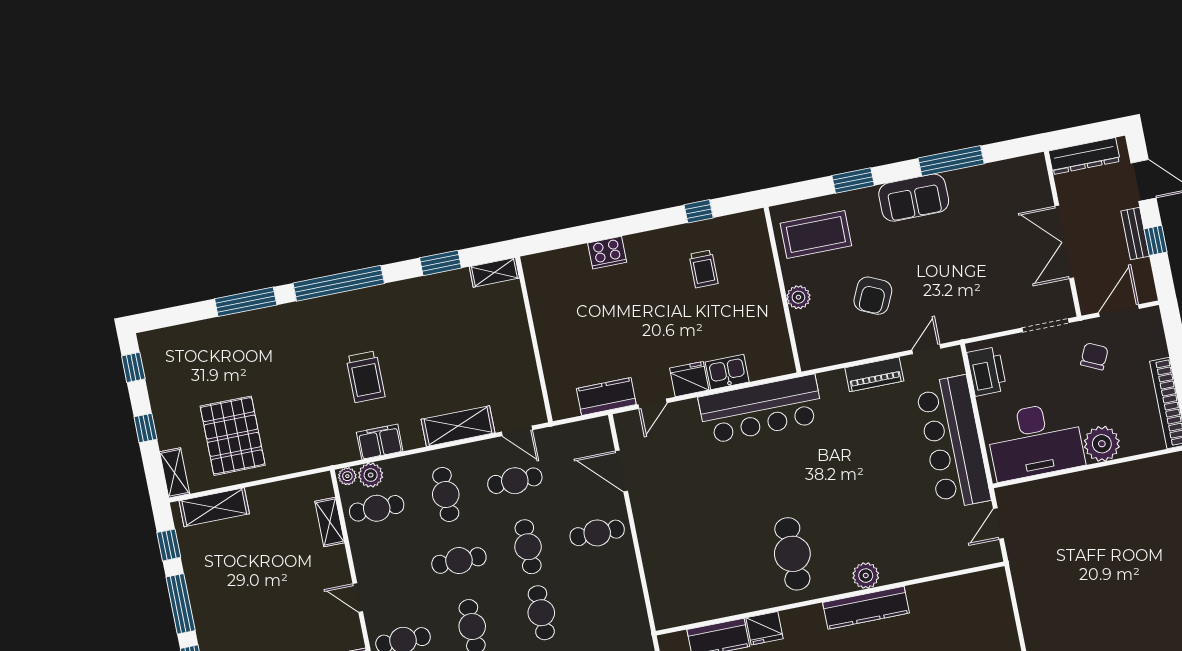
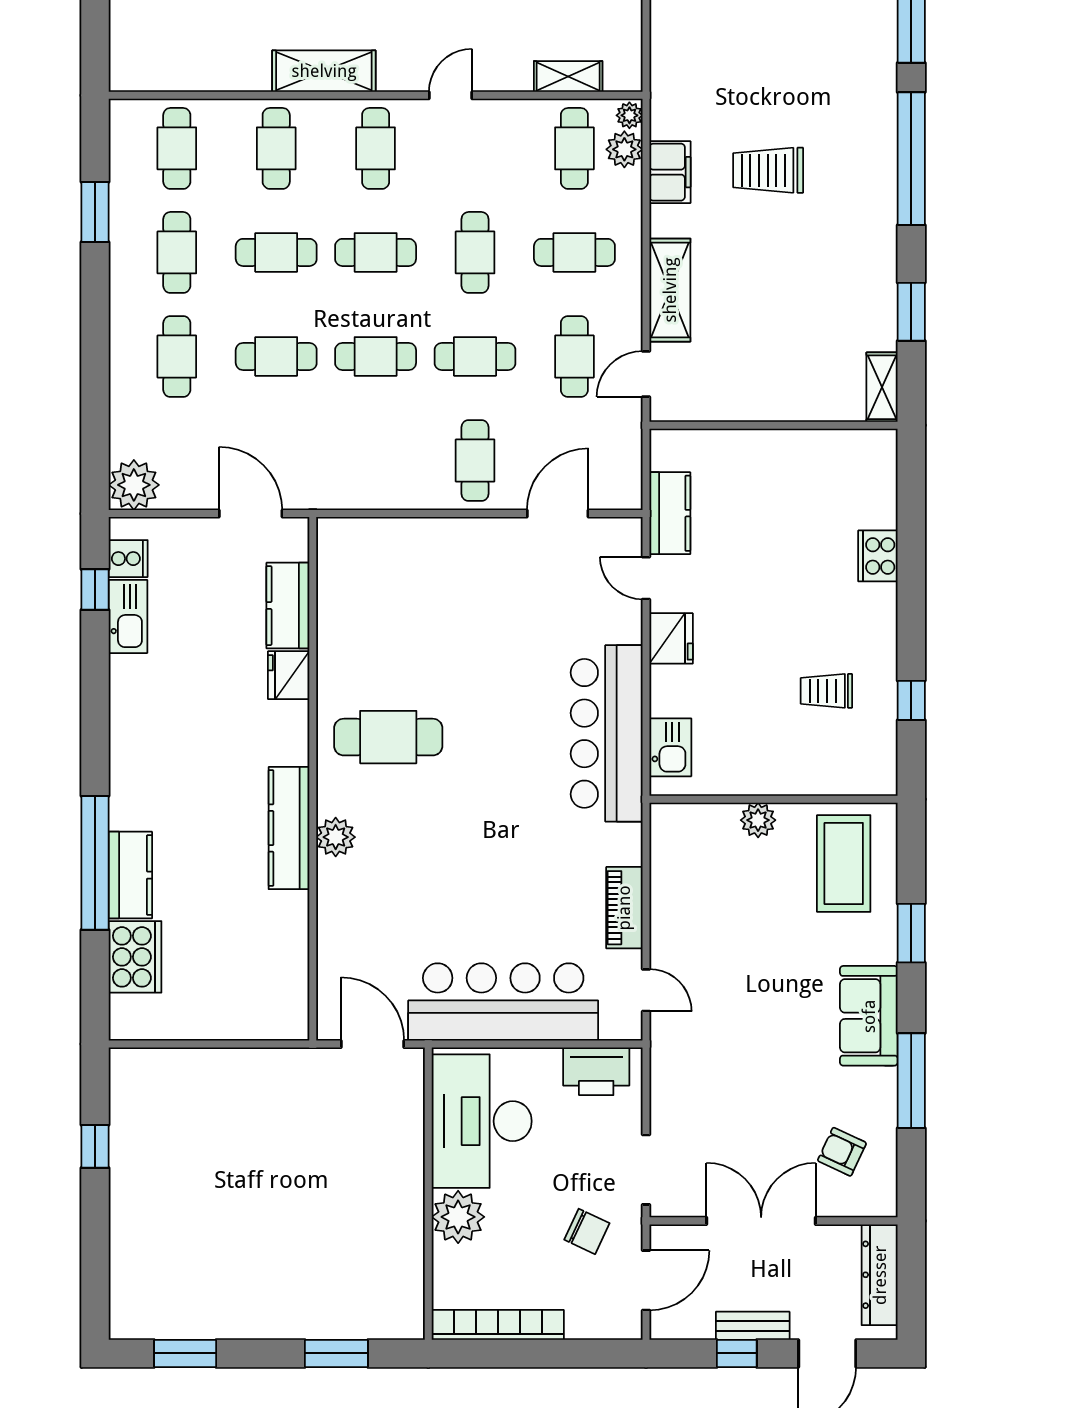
armchair: (873, 296) -> (842, 1152), moved, width x0.72, depth x0.72
door: (1119, 311) -> (646, 1280), hinge flipped
kitchen sink: (727, 372) -> (670, 747), moved
door: (998, 524) -> (373, 1044), width x1.38

